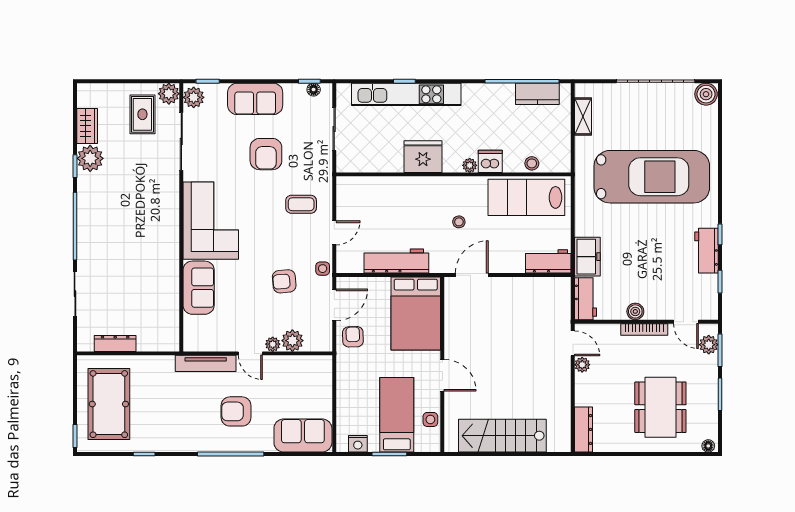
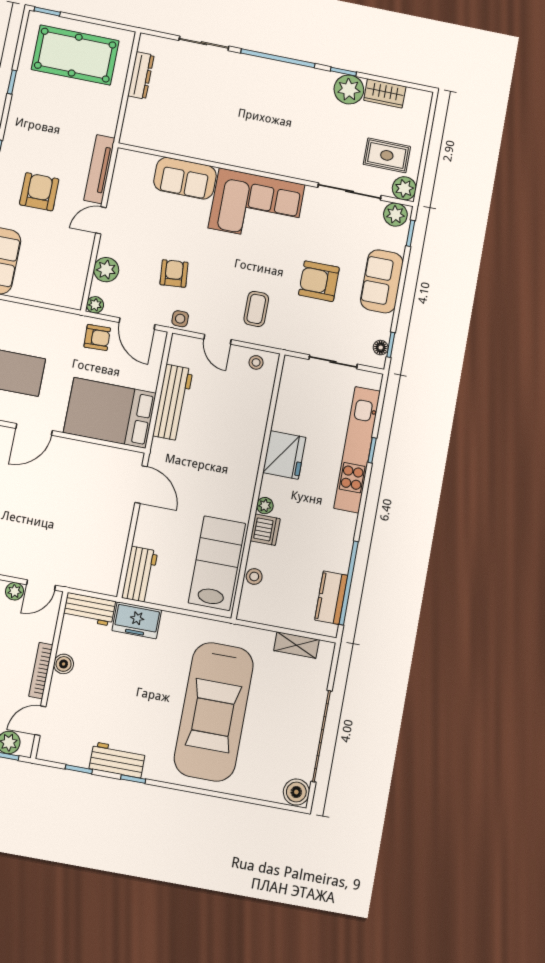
stool: (459, 222) -> (256, 362), moved
plant: (273, 344) -> (95, 305), moved

